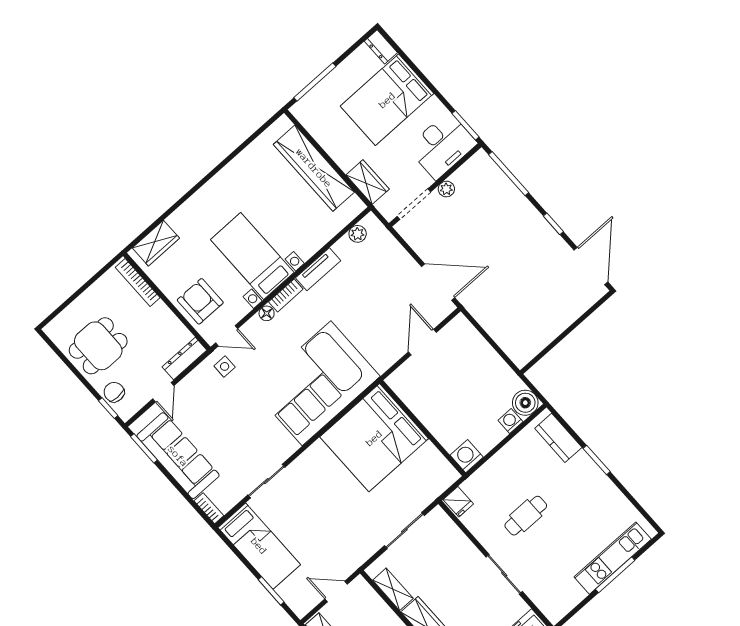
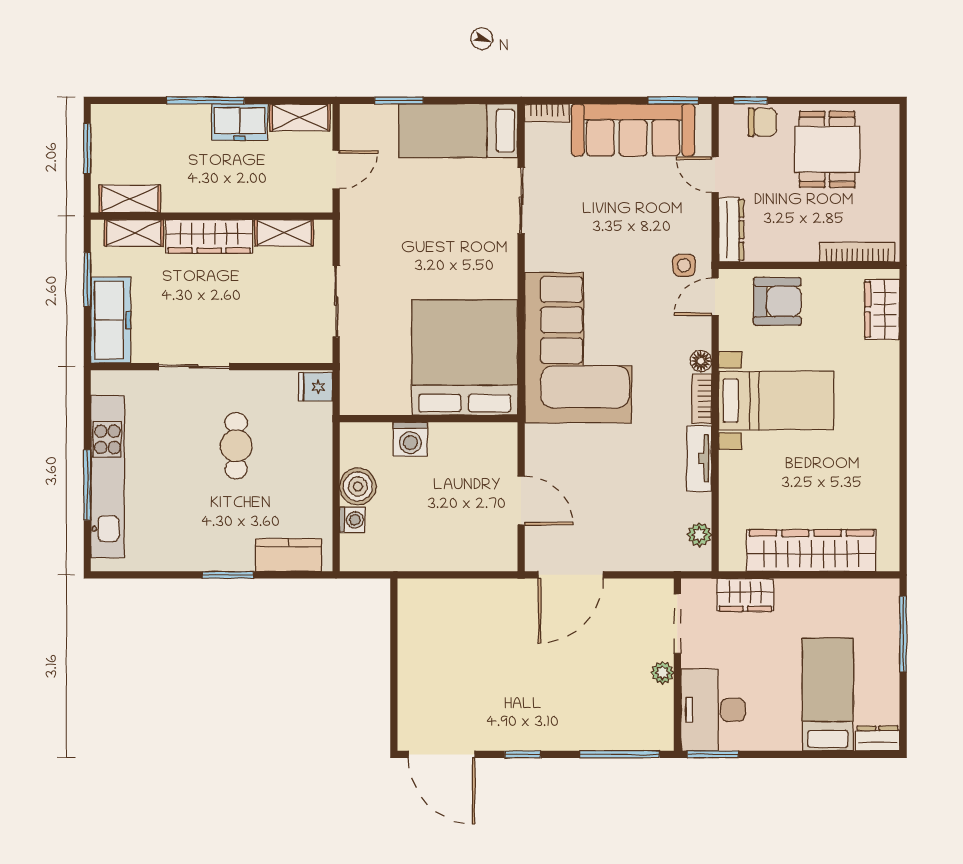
bed: (387, 100) -> (828, 694), width x0.67
boiler: (525, 403) -> (358, 486), moved
washing machine: (467, 456) -> (410, 439), moved, turned 90
kitchen unit: (613, 558) -> (108, 477), width x1.36

